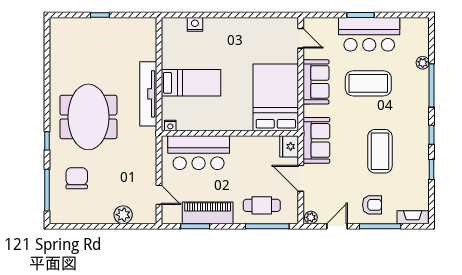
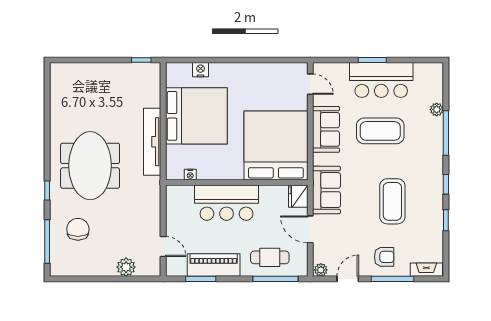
window: (100, 15) -> (141, 60), moved
bed: (191, 83) -> (196, 116), width x2.04
bed: (276, 97) -> (276, 145), width x1.36
nightstand: (170, 126) -> (190, 175), moved
bar counter: (199, 153) -> (227, 203), moved

